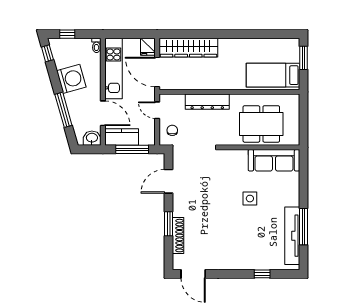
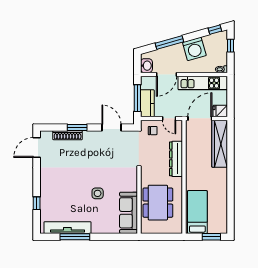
door: (157, 110) -> (169, 118), swing flipped
kitchen counter: (122, 137) -> (147, 103), moved

